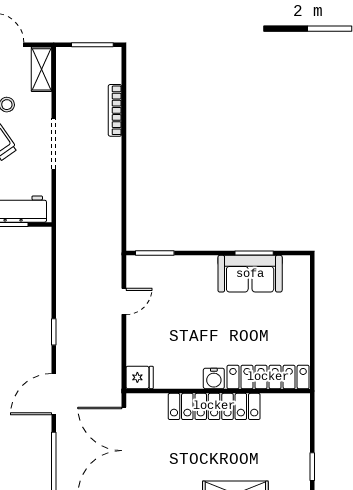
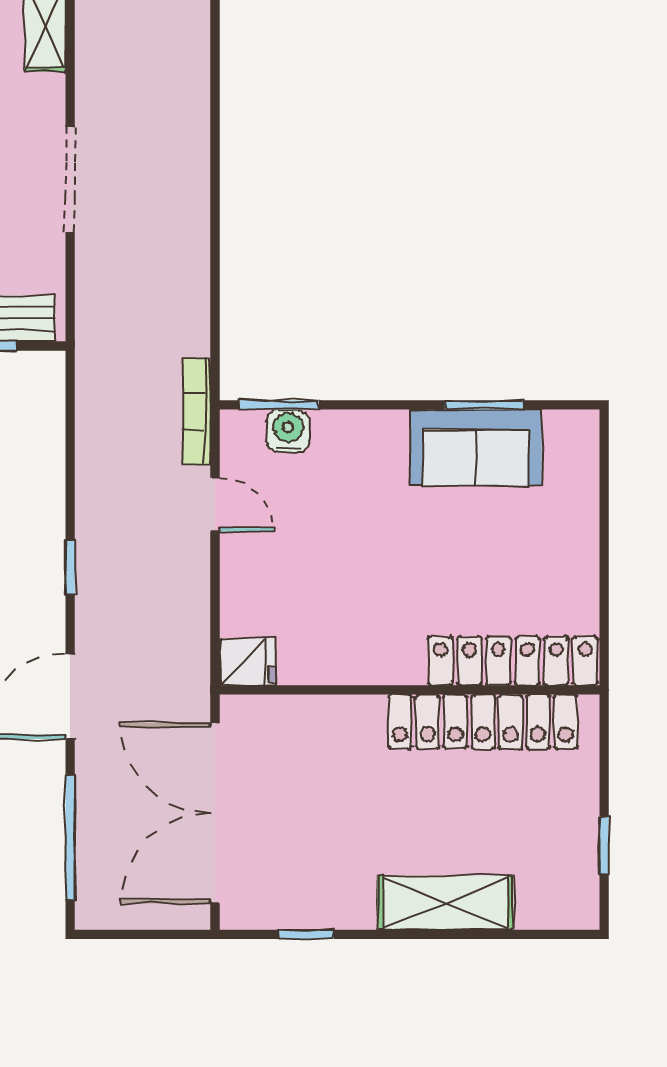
bookcase: (115, 110) -> (197, 412), moved
door: (124, 301) -> (215, 505), hinge flipped
water cooler: (214, 378) -> (288, 431), moved, turned 180
locker: (214, 406) -> (483, 722), moved

